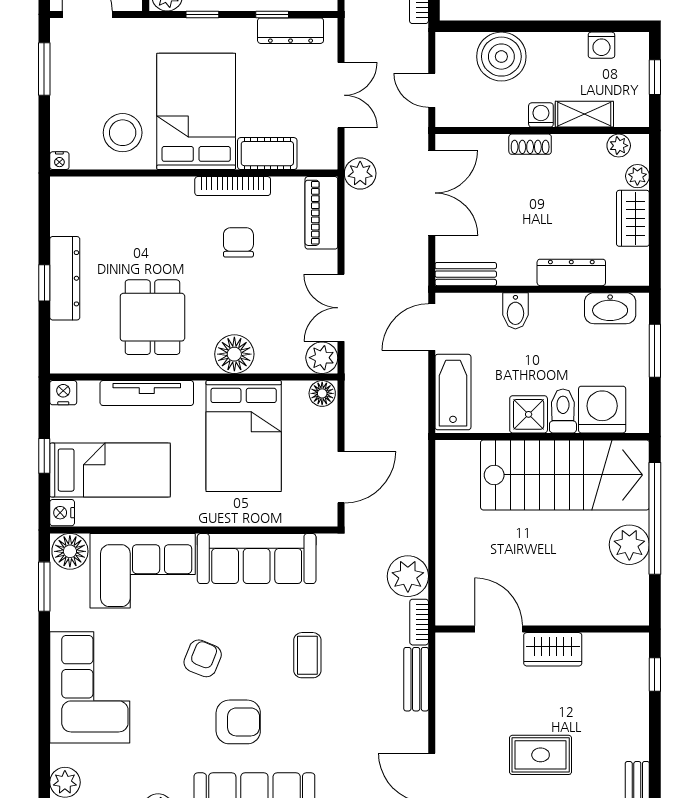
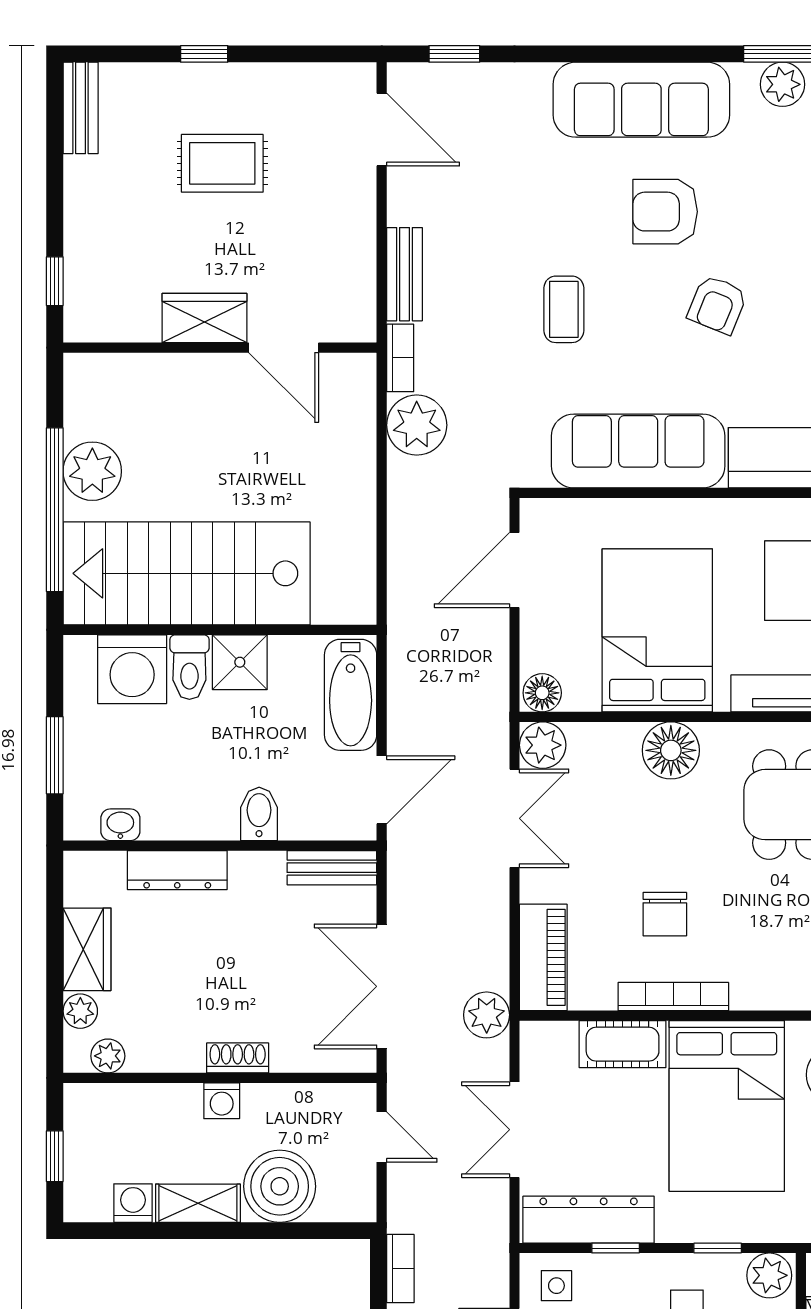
dresser: (291, 31) -> (589, 1220), width x1.37, depth x1.24
shelving: (584, 114) -> (198, 1203), moved
washbasin: (610, 308) -> (120, 825), width x0.52, depth x0.69

